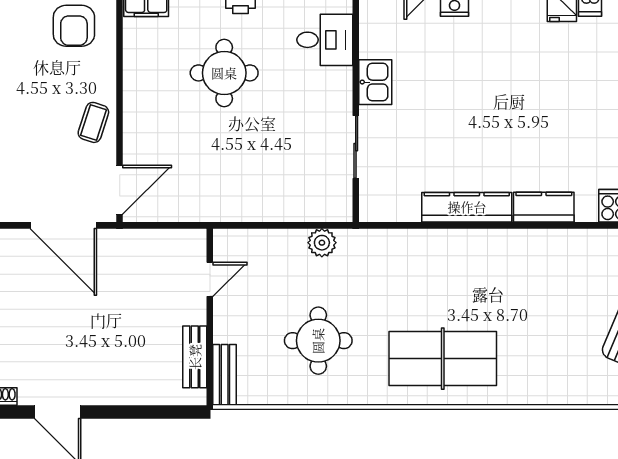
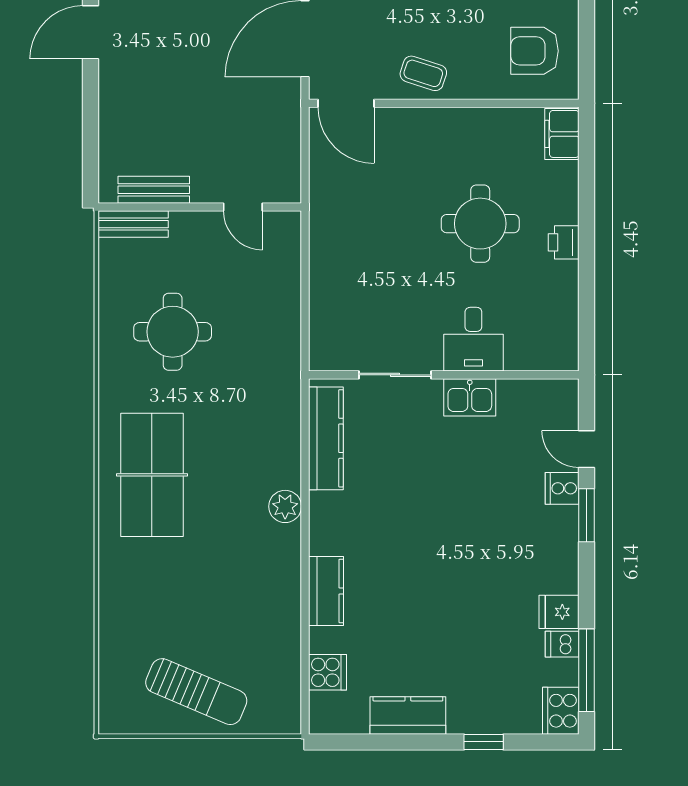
desk: (325, 40) -> (473, 339), moved
kitchen counter: (467, 207) -> (326, 438), moved
plant: (322, 243) -> (285, 506), moved

